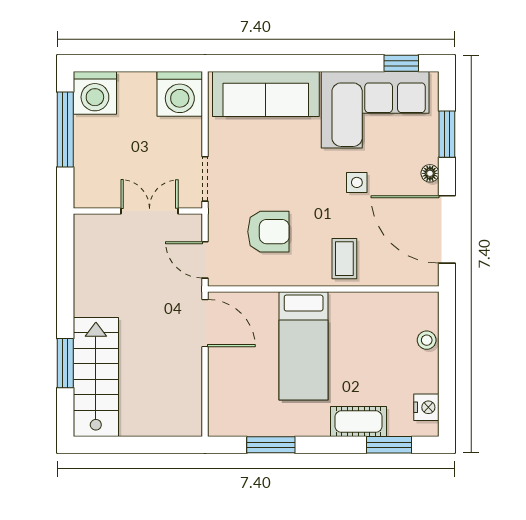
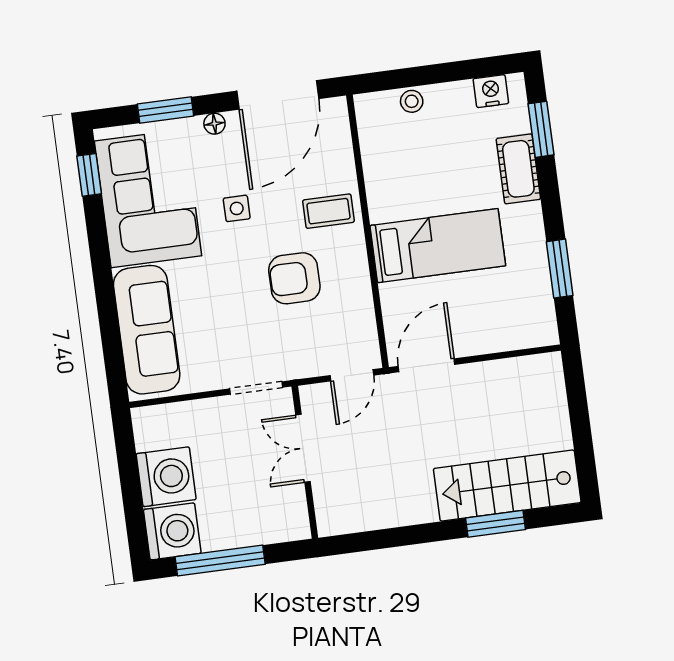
washing machine: (180, 94) -> (166, 477), moved
armchair: (268, 232) -> (294, 278), moved, turned -90

